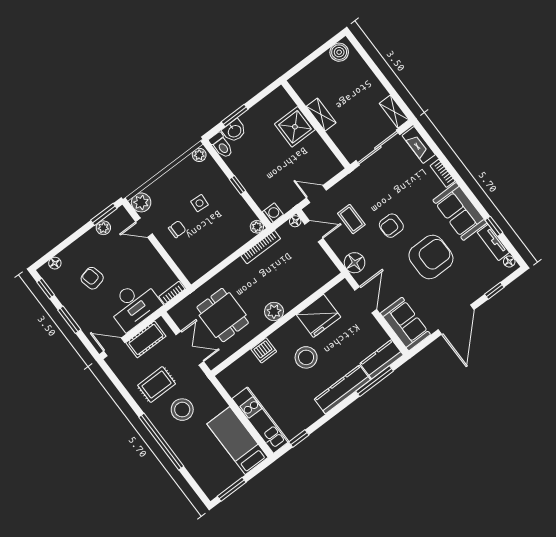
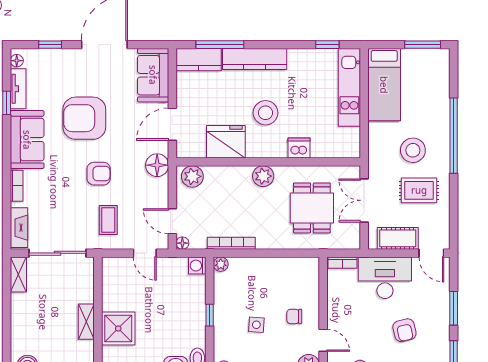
coffee table: (351, 219) -> (108, 220), moved
plant: (324, 274) -> (192, 176), added

